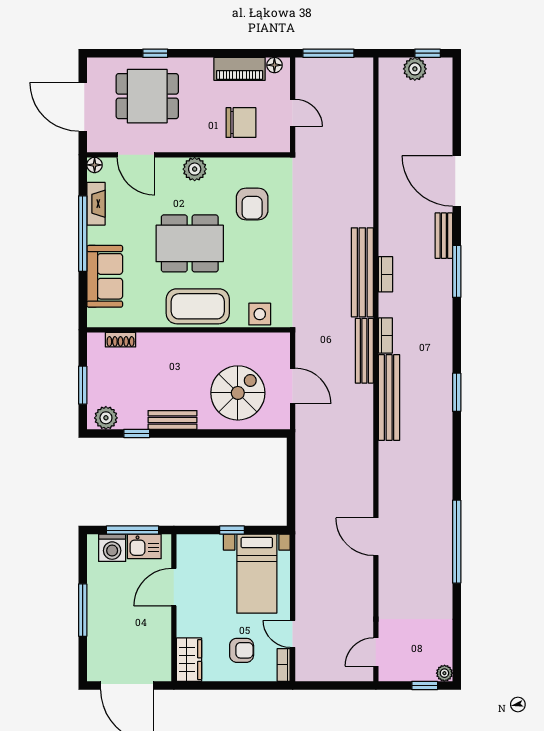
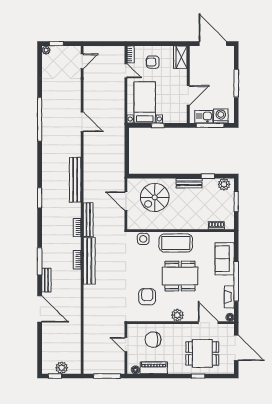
bench: (389, 398) -> (75, 180), moved

